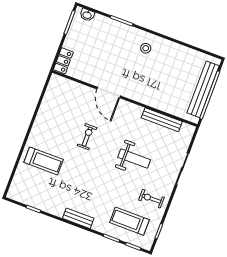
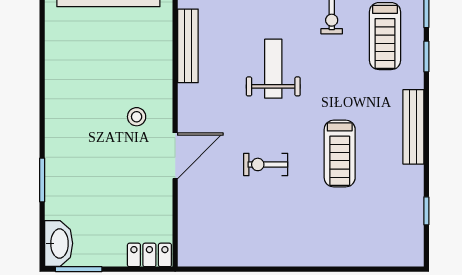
washbasin: (87, 15) -> (59, 243), width x1.91, depth x1.45
stool: (146, 48) -> (137, 117), moved
treadmill: (44, 161) -> (340, 154), moved, turned 180
bench: (78, 218) -> (413, 127), width x1.36

